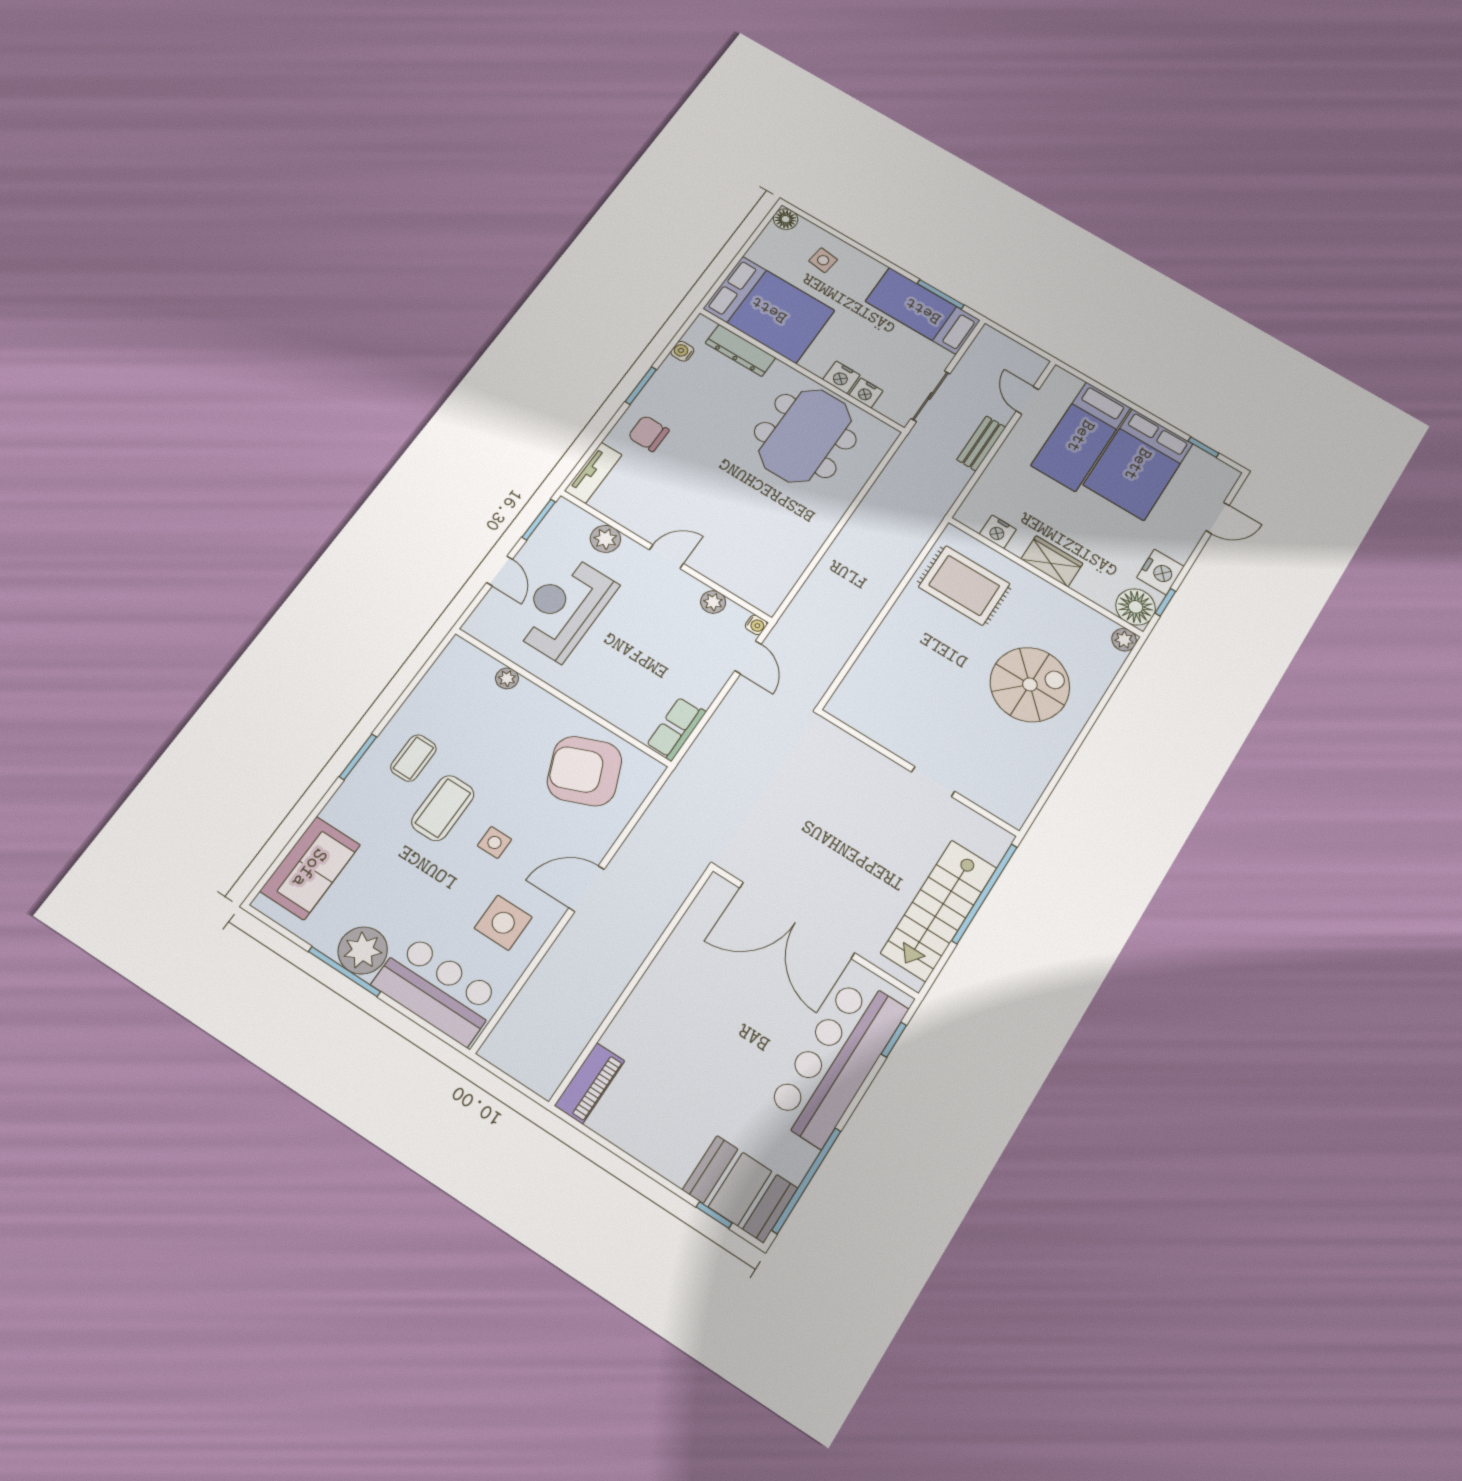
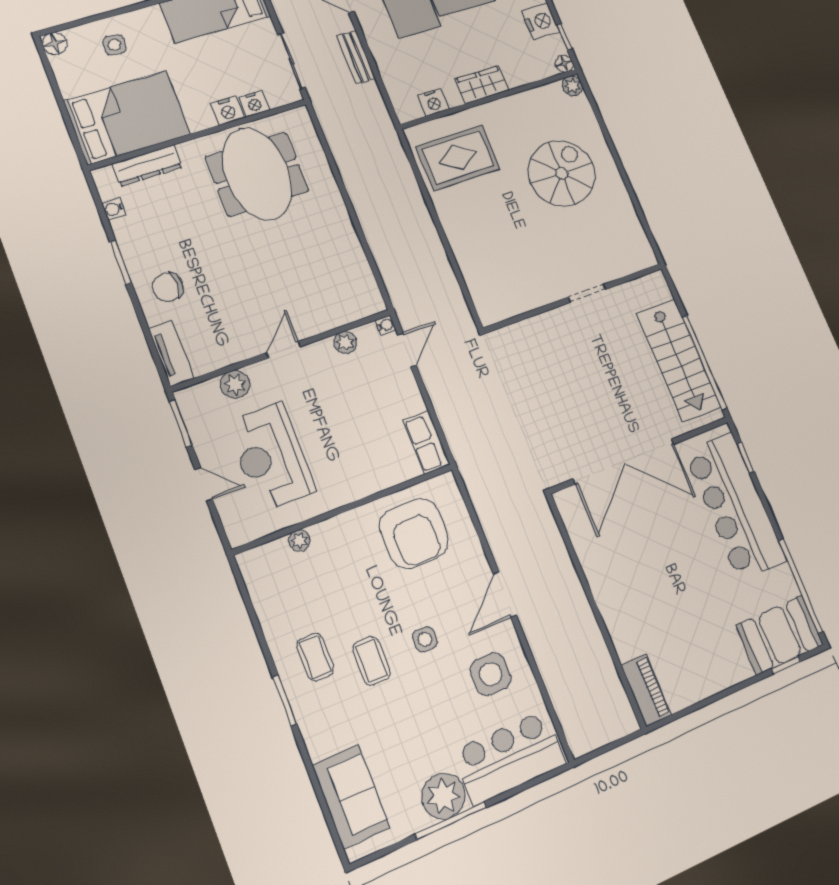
floor lamp: (1136, 607) -> (564, 64), width x0.53, depth x0.53
door: (748, 657) -> (407, 350), hinge flipped
armchair: (584, 771) -> (414, 533), turned -68
coffee table: (443, 808) -> (371, 661), width x0.73, depth x0.77
window: (984, 894) -> (704, 363), moved

